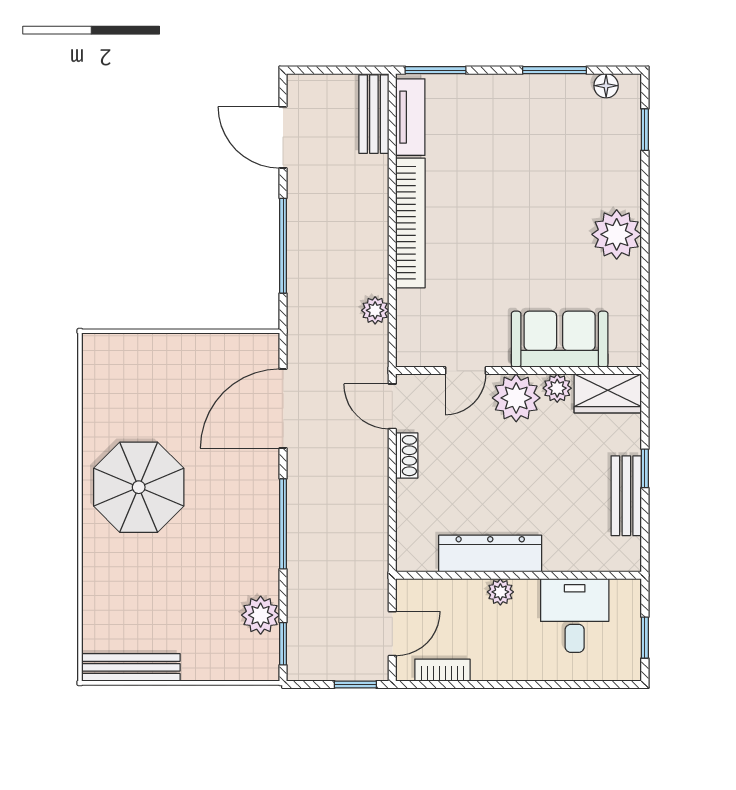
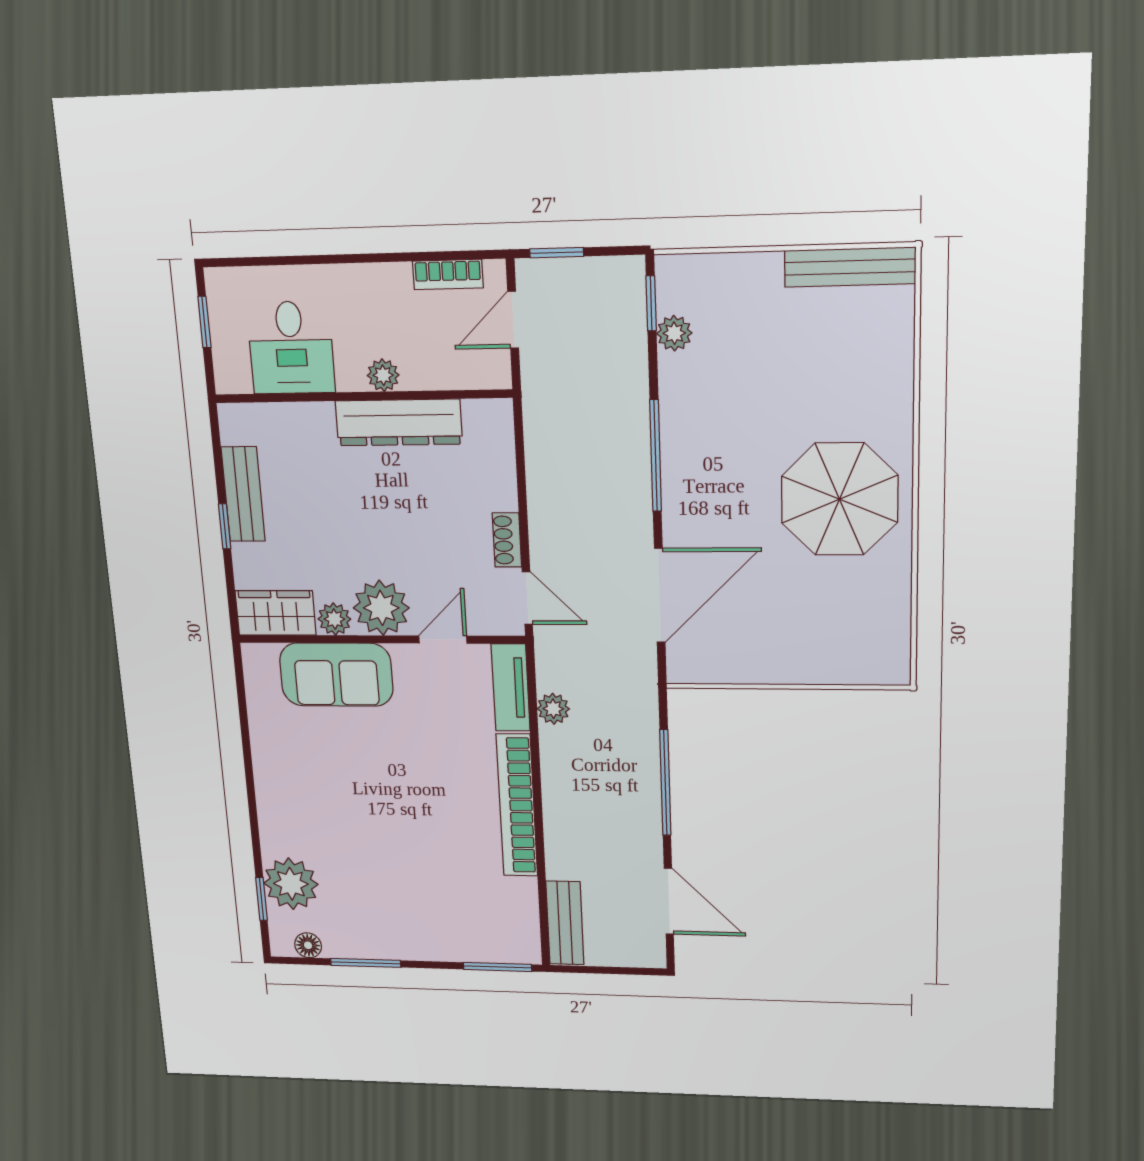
tv unit: (410, 117) -> (511, 688), moved
plant: (617, 234) -> (291, 884), moved
plant: (261, 615) -> (674, 333), width x0.73, depth x0.73

